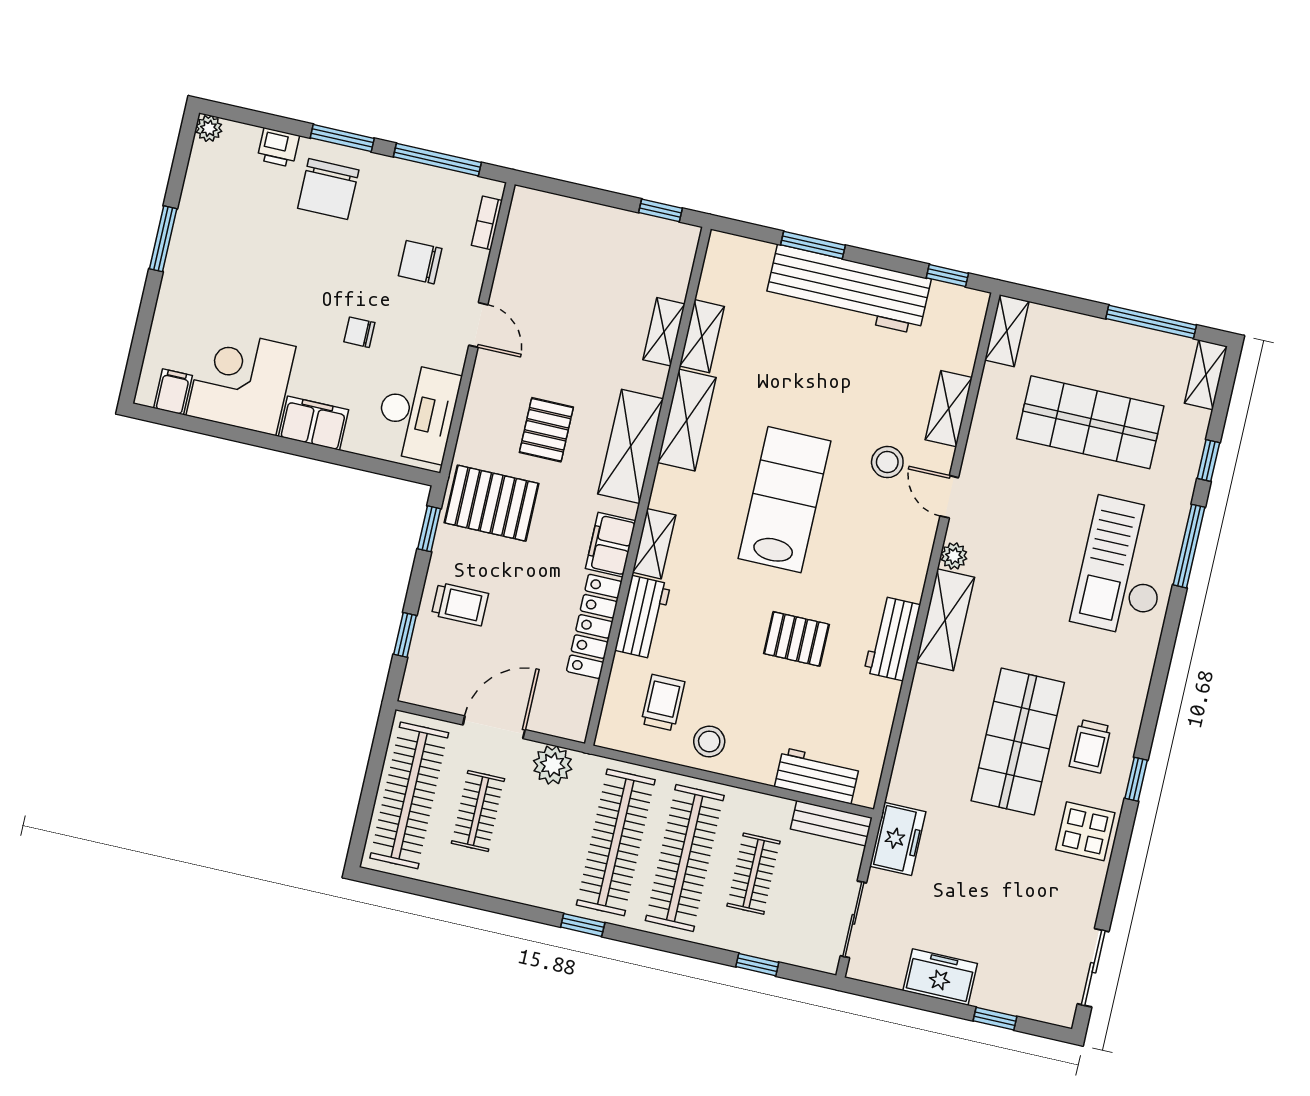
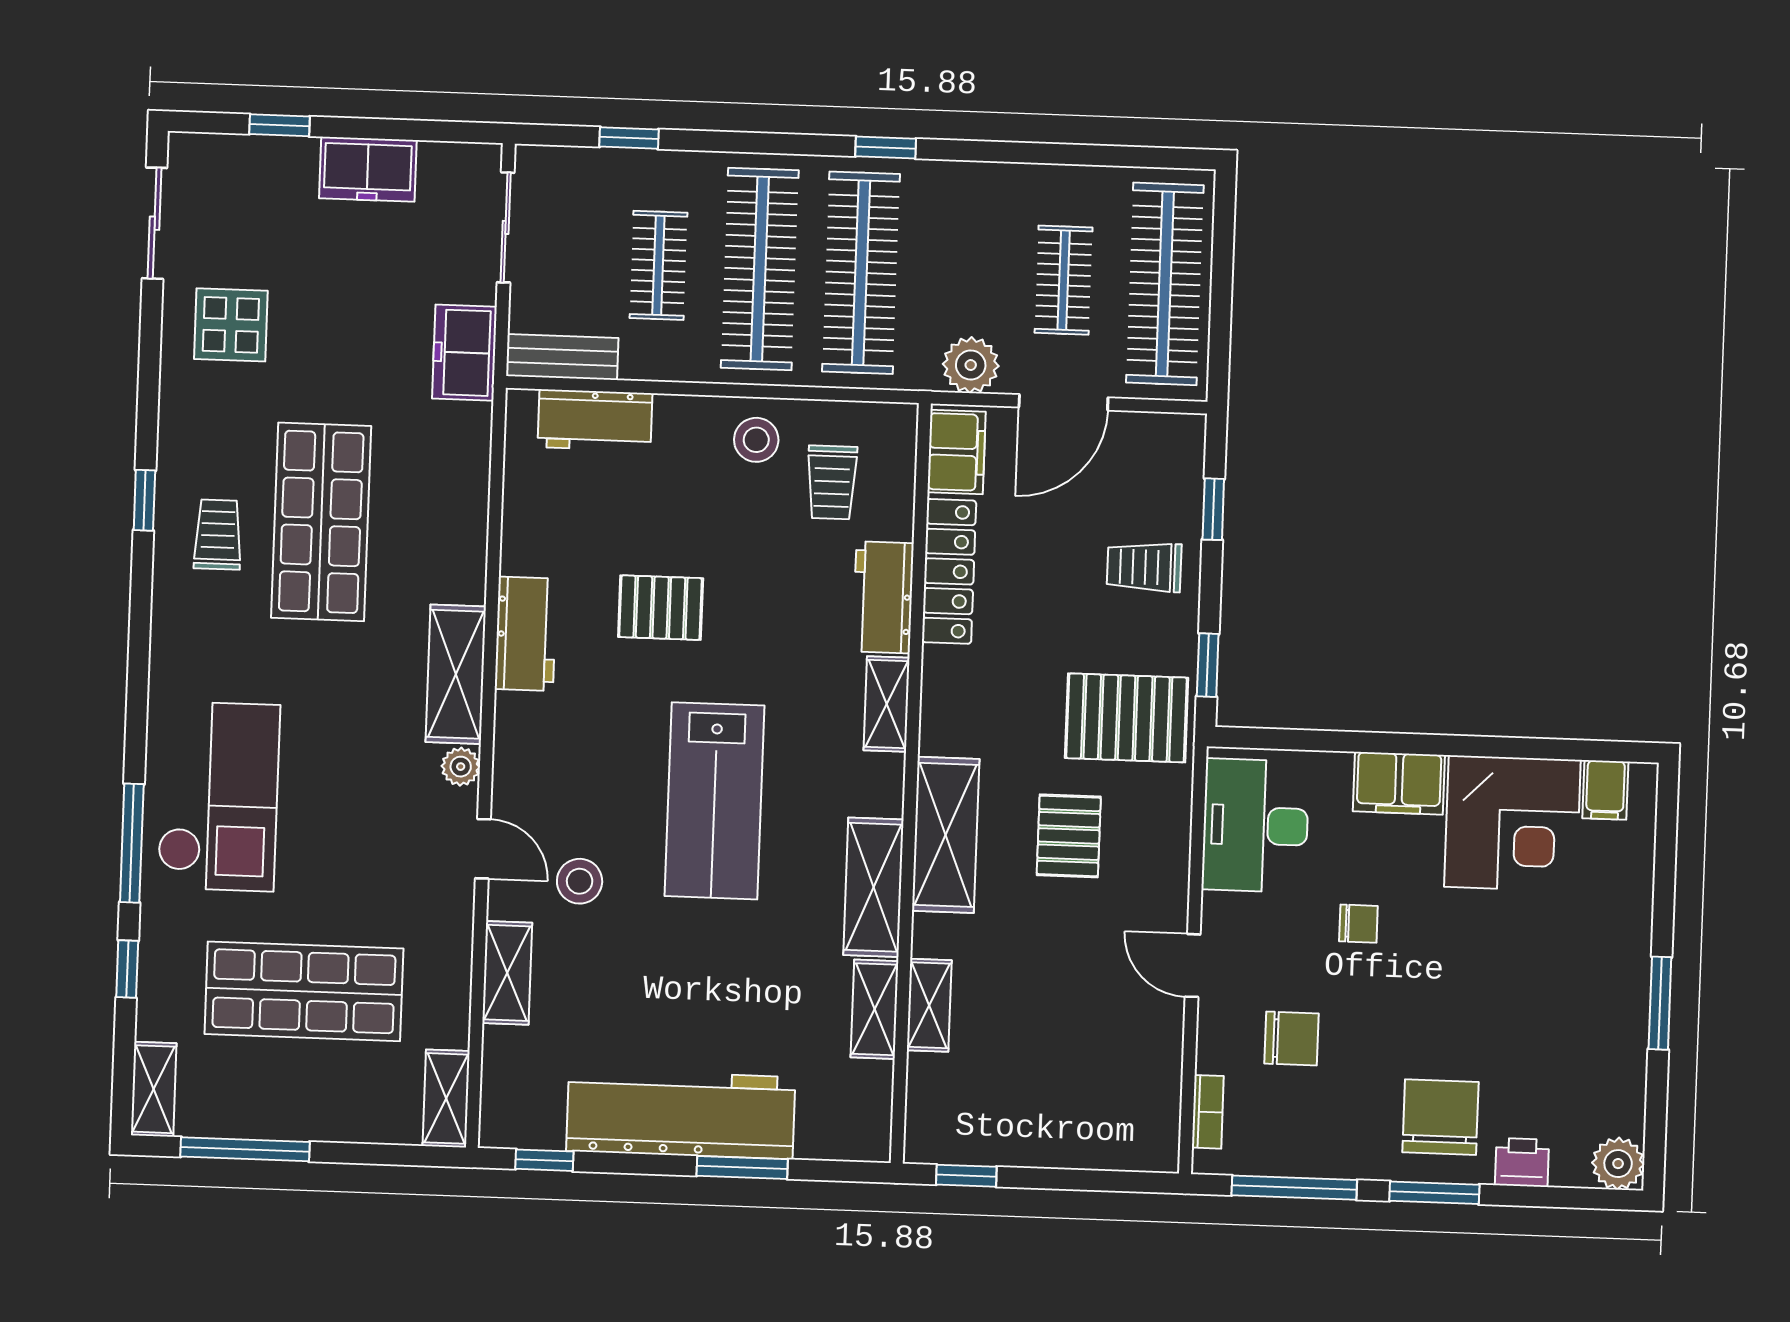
plant: (209, 128) -> (1618, 1164), width x1.38, depth x1.38
filing cabinet: (611, 545) -> (956, 452), moved
display table: (1085, 831) -> (231, 325), moved

